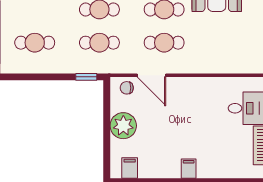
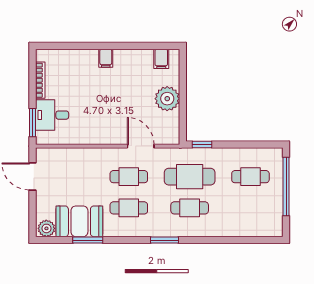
cafe table: (99, 43) -> (190, 177), width x1.37, depth x1.35
chair: (127, 88) -> (164, 134), removed

